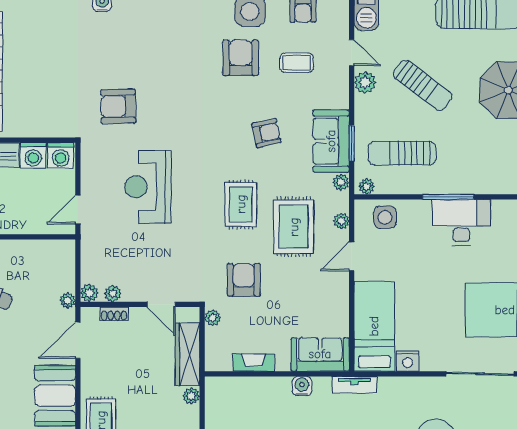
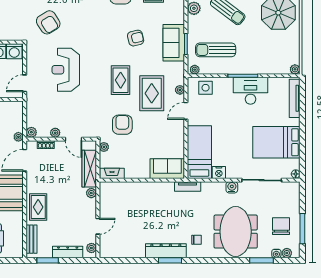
armchair: (118, 106) -> (48, 22), turned -121
plant: (341, 182) -> (180, 67), removed
plant: (113, 294) -> (55, 133), moved
fireplace: (254, 363) -> (112, 173), moved
water cooler: (302, 386) -> (232, 187), moved

